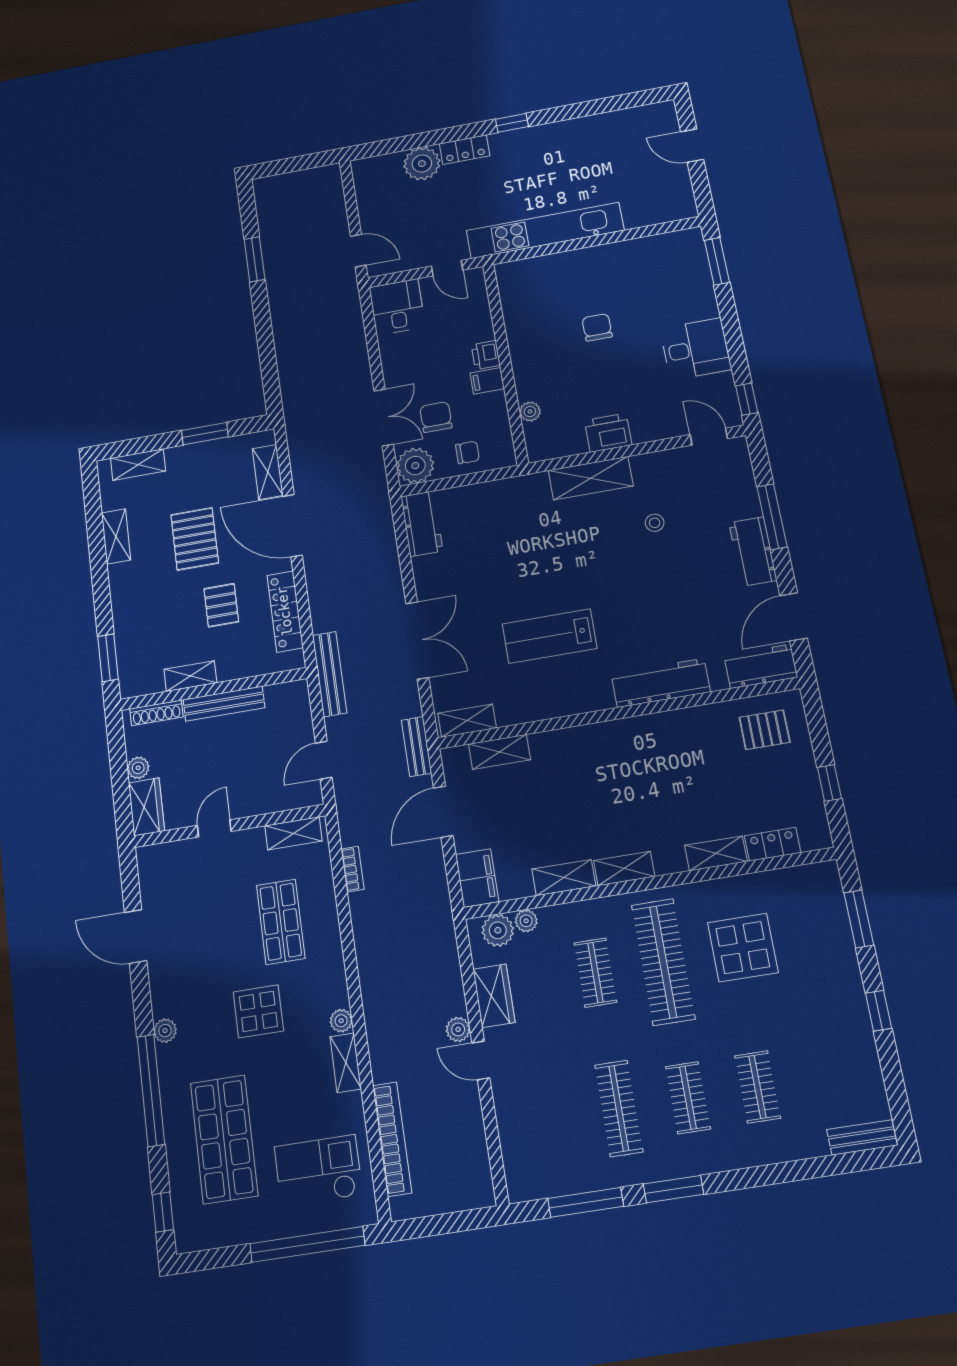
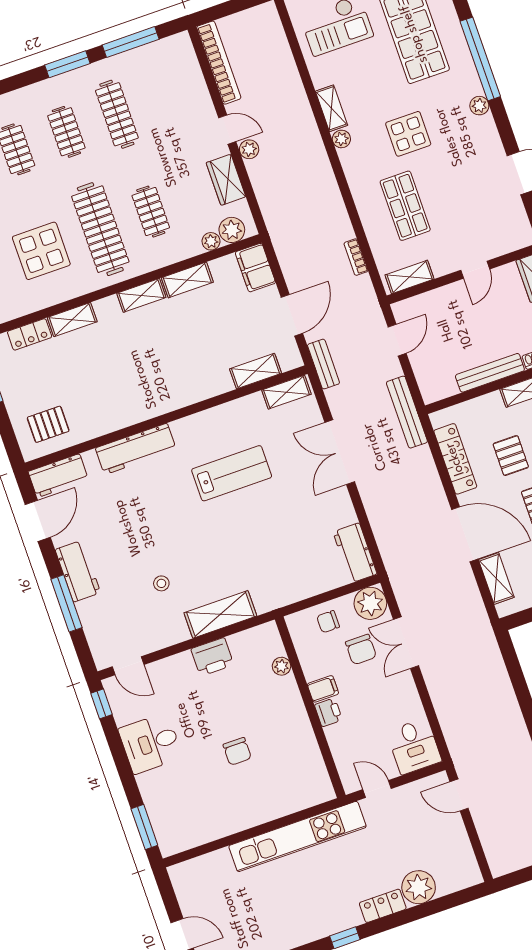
bookcase: (392, 1139) -> (219, 63), moved, turned 180

